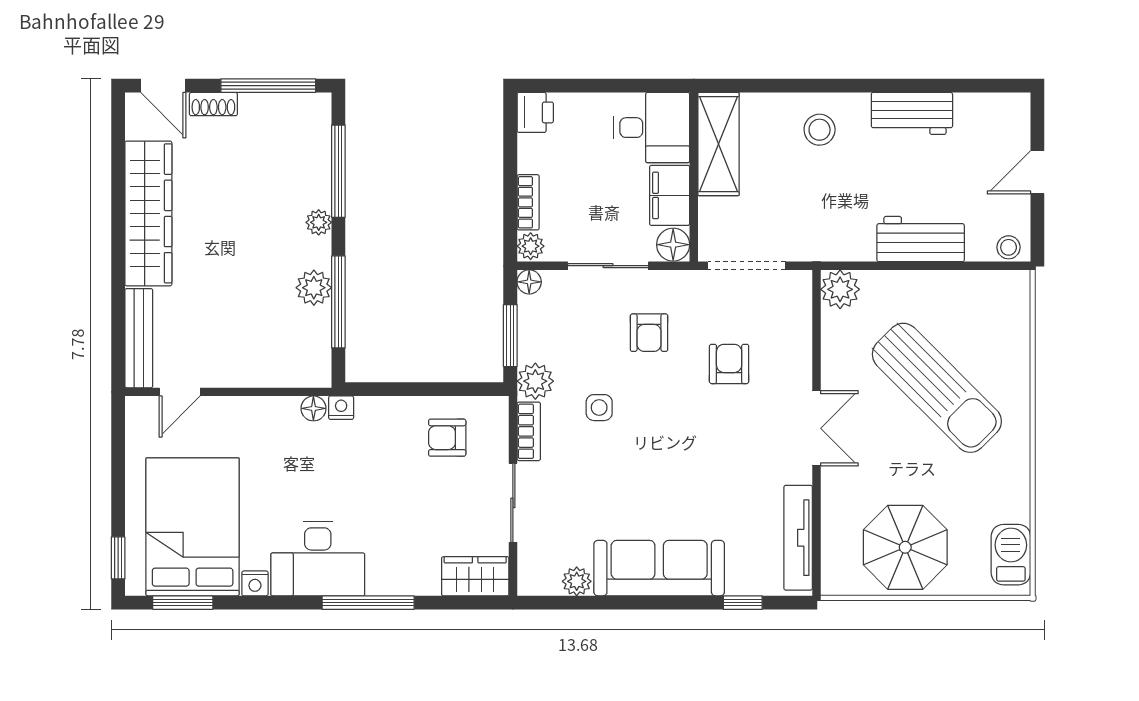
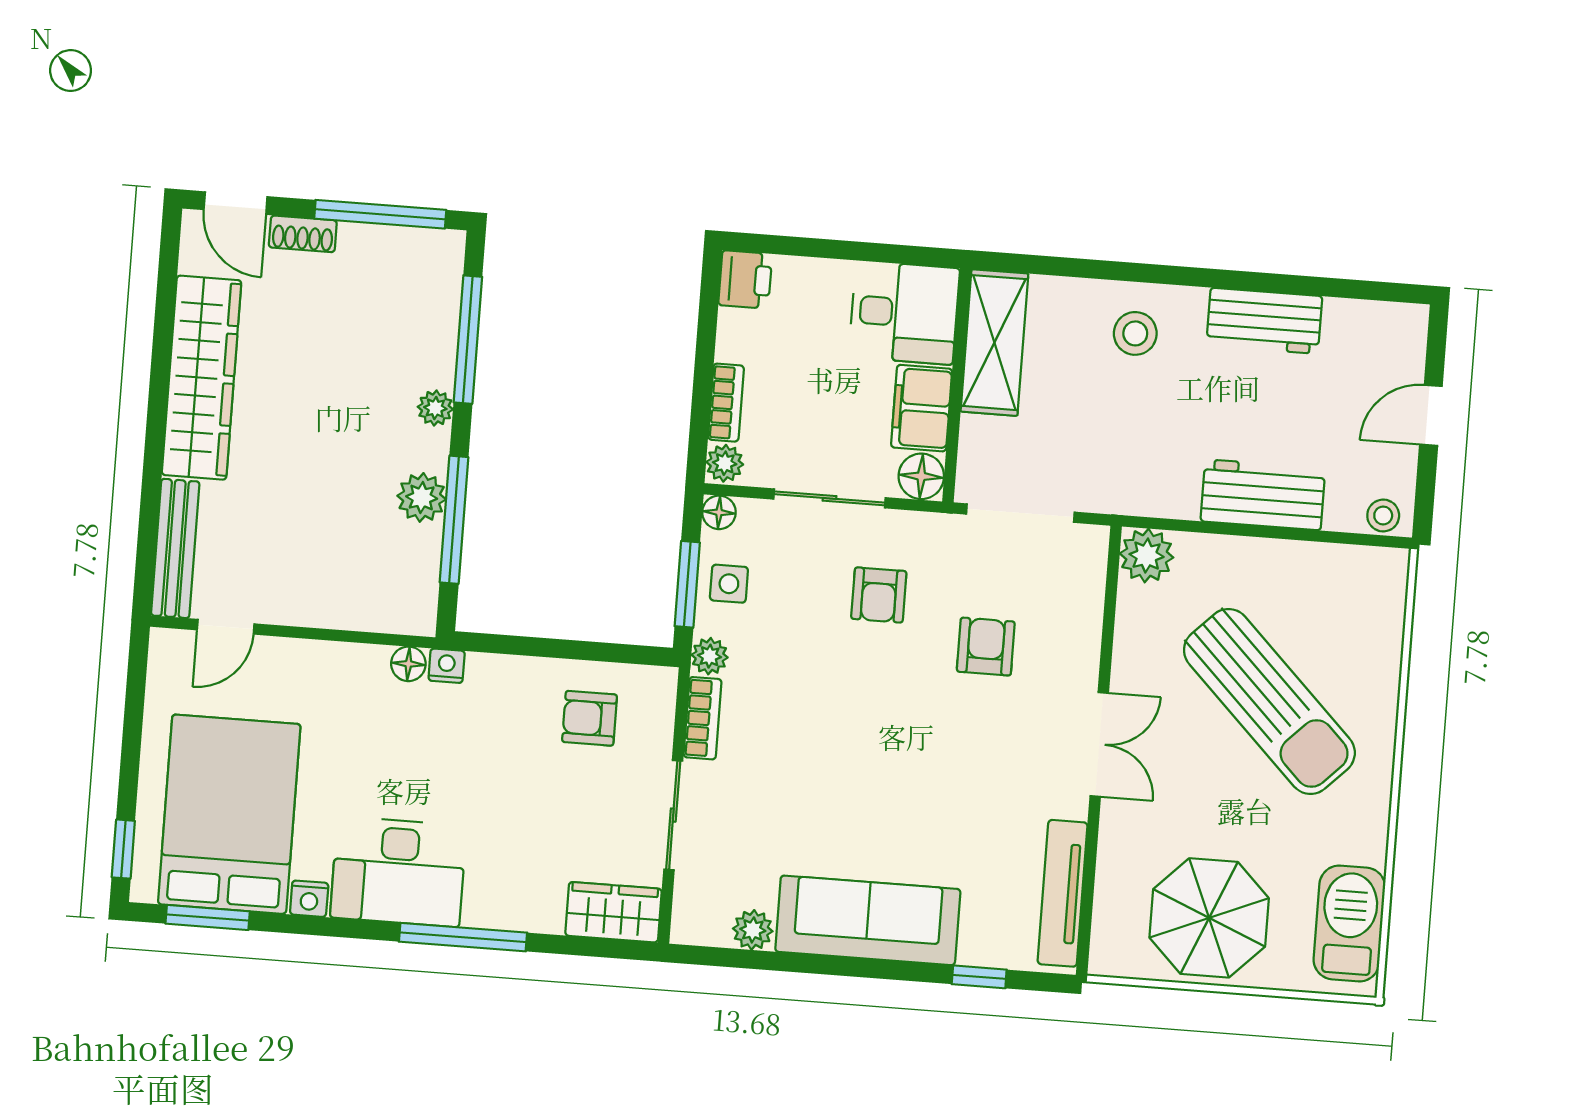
plant: (535, 381) -> (710, 656), width x0.73, depth x0.73
side table: (599, 408) -> (729, 584), moved
barbecue: (1011, 555) -> (1349, 923), width x1.37, depth x1.21

